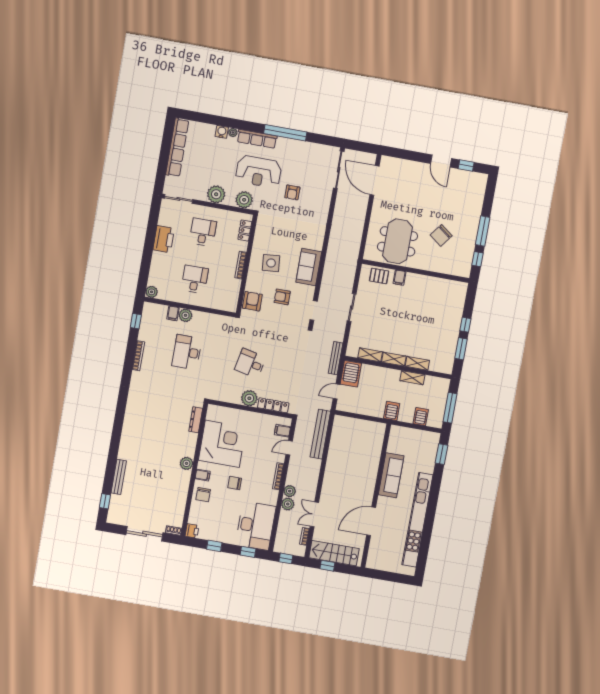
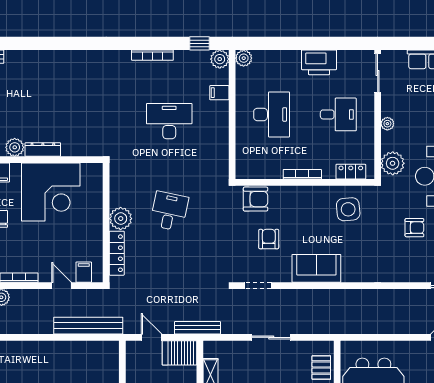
armchair: (292, 192) -> (414, 228), turned 180
plant: (216, 194) -> (387, 124), width x0.53, depth x0.53
side table: (271, 263) -> (348, 209), moved
desk: (195, 279) -> (272, 114), width x1.37
plant: (185, 315) -> (220, 59), moved
dresser: (196, 420) -> (43, 150), moved

